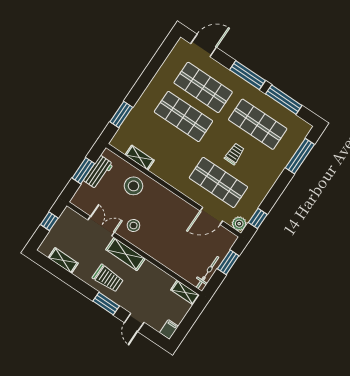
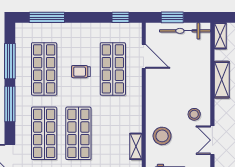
plant: (239, 224) -> (135, 30), removed
shelving: (125, 254) -> (222, 80), moved
bicycle: (208, 272) -> (185, 31), width x1.37, depth x1.40

